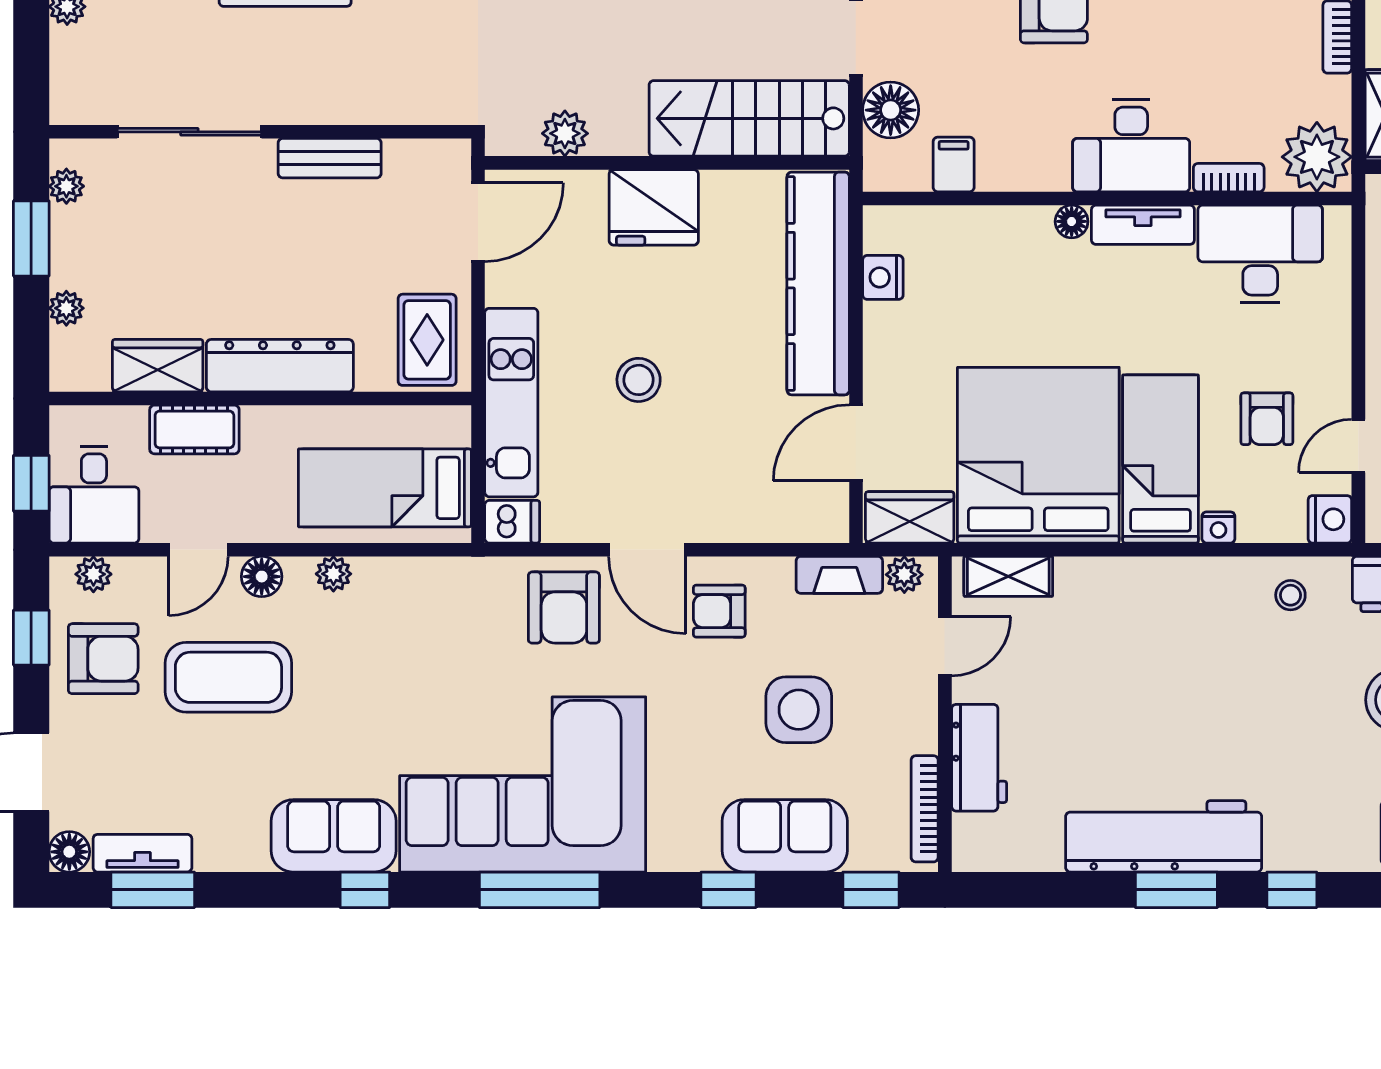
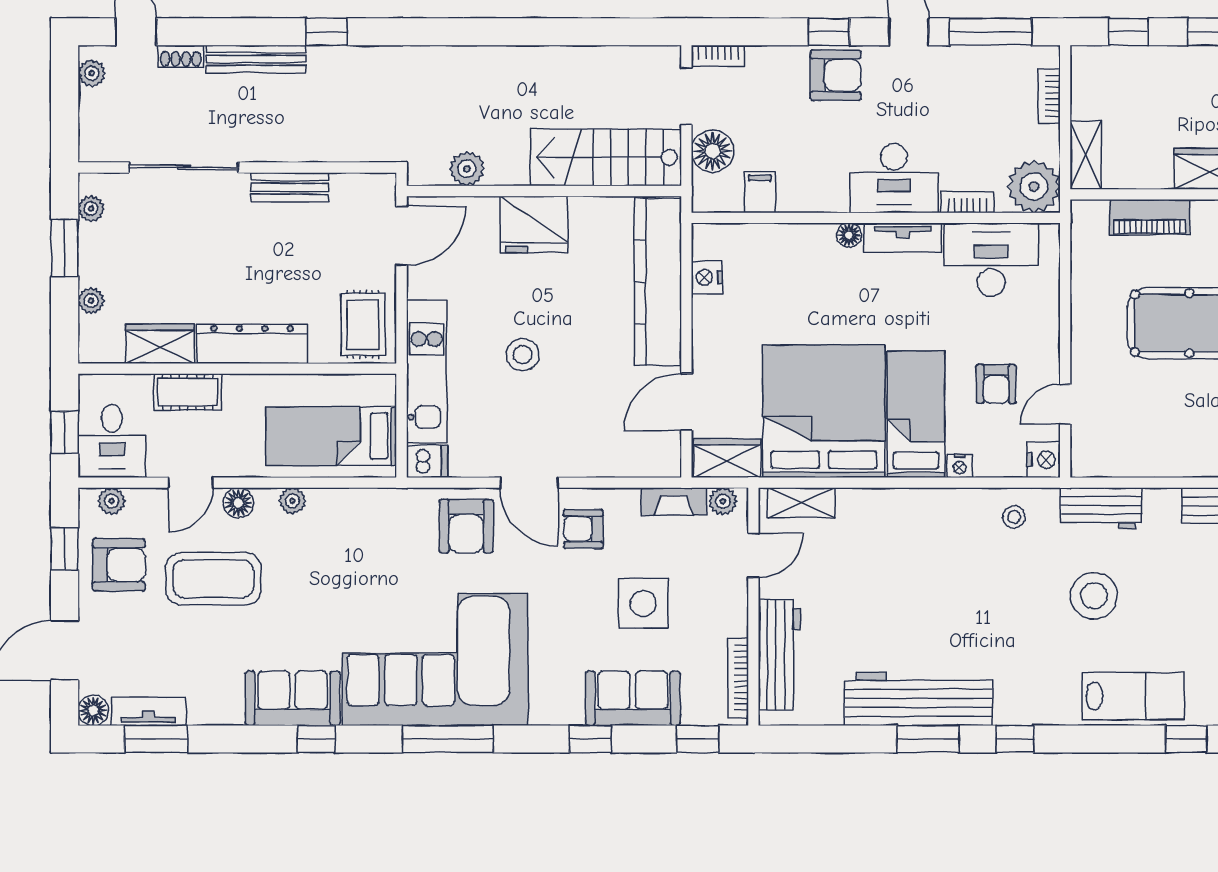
workbench: (979, 758) -> (779, 655), width x1.38

